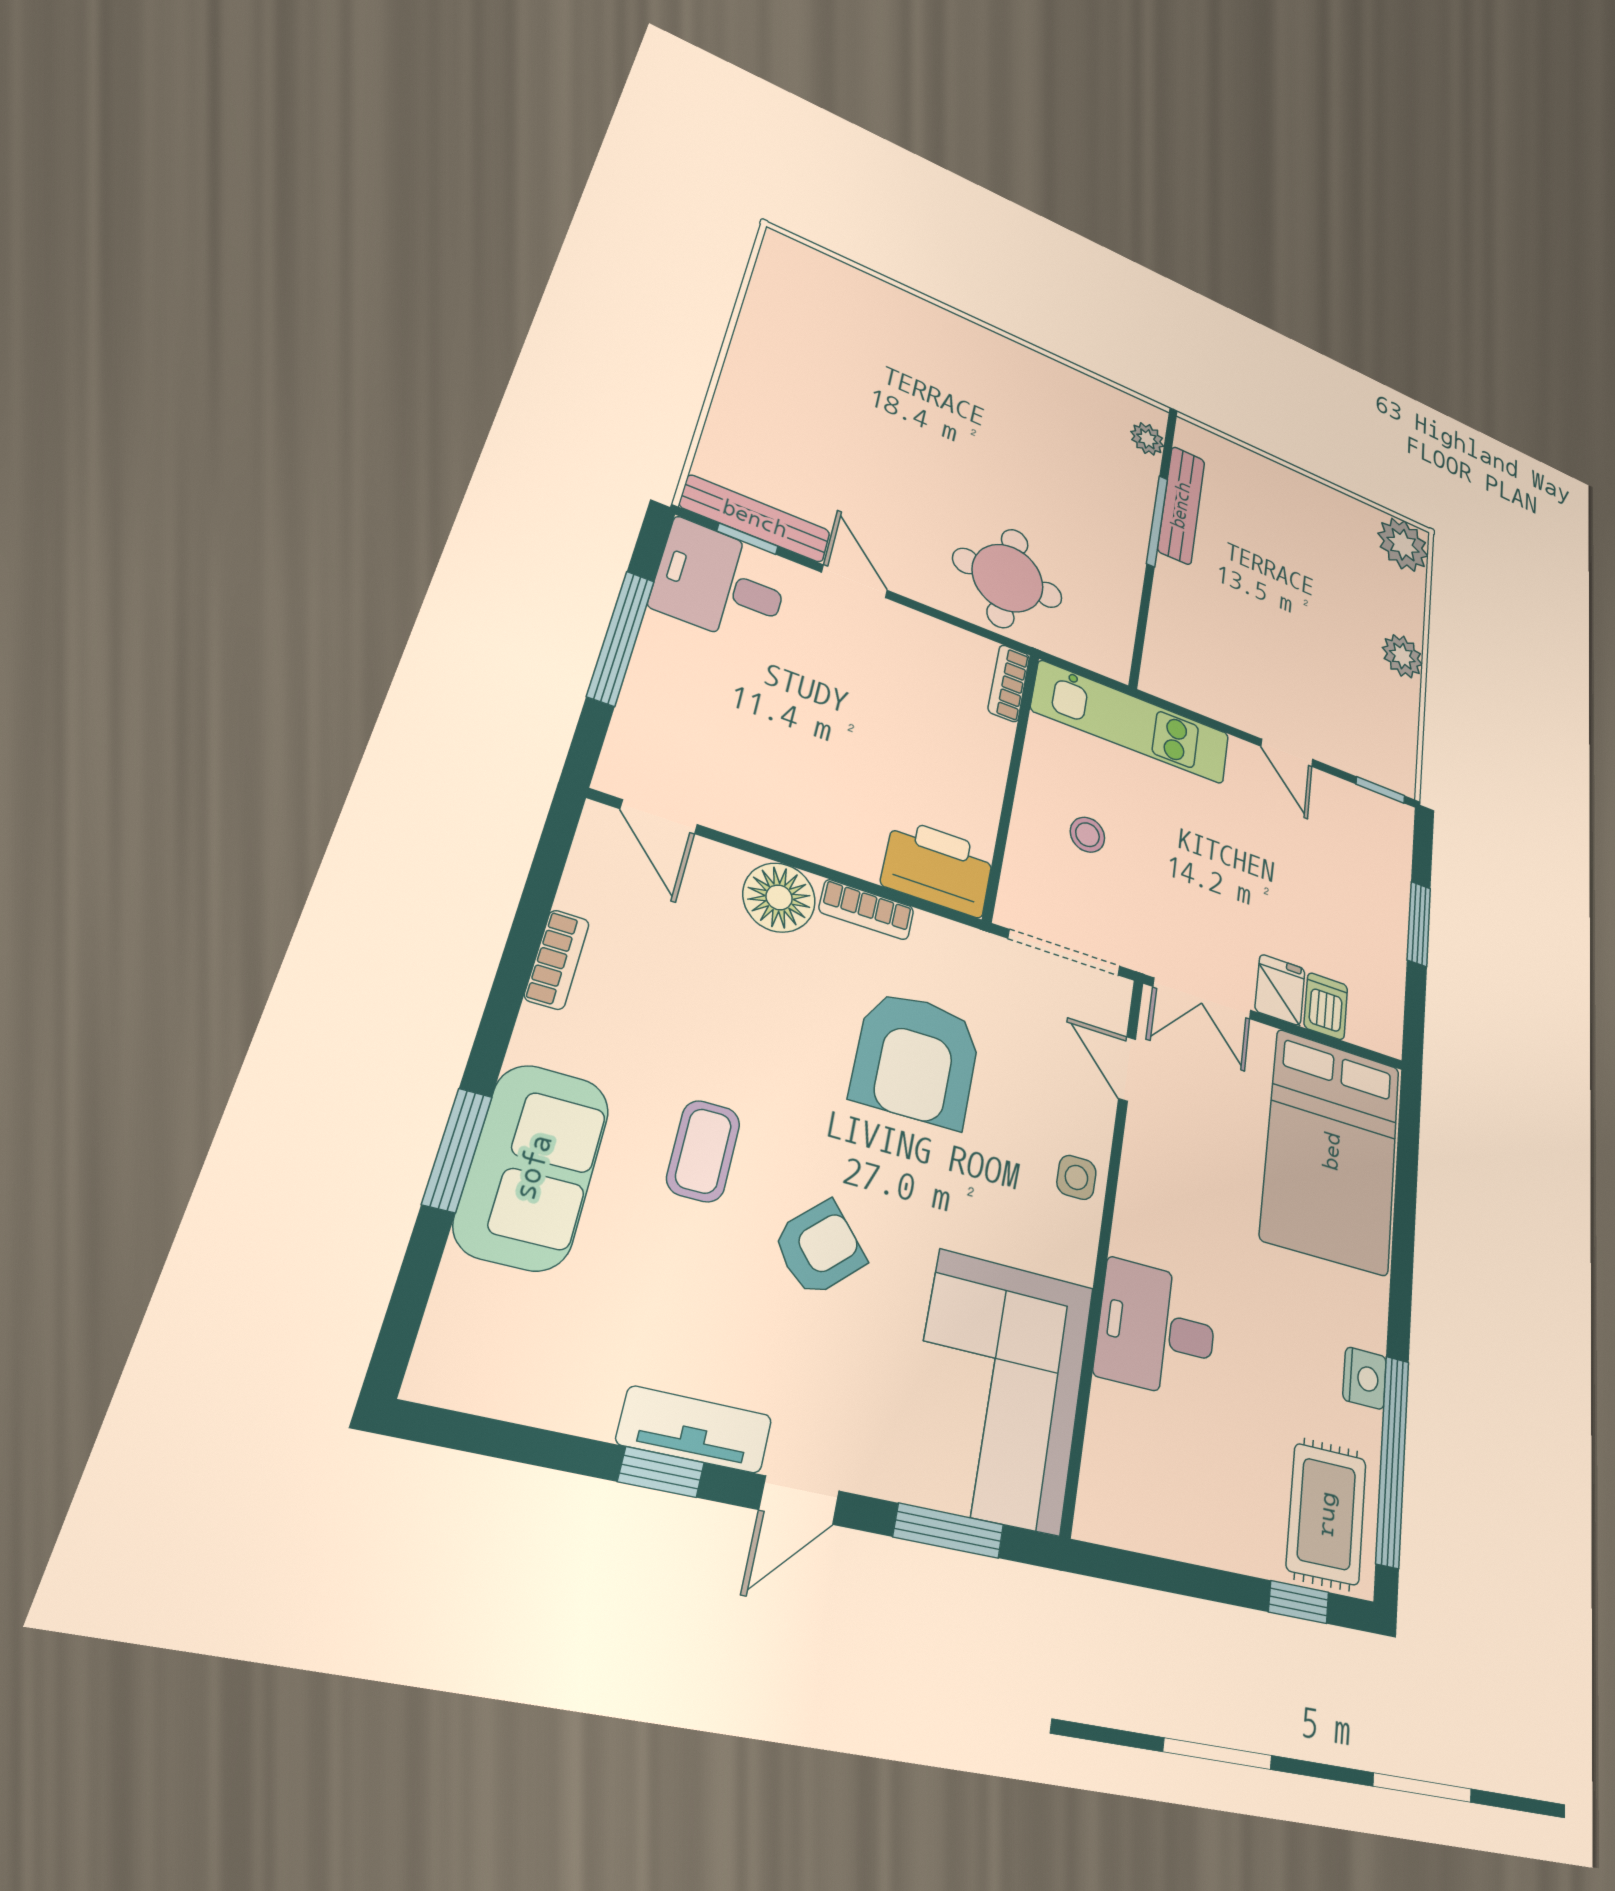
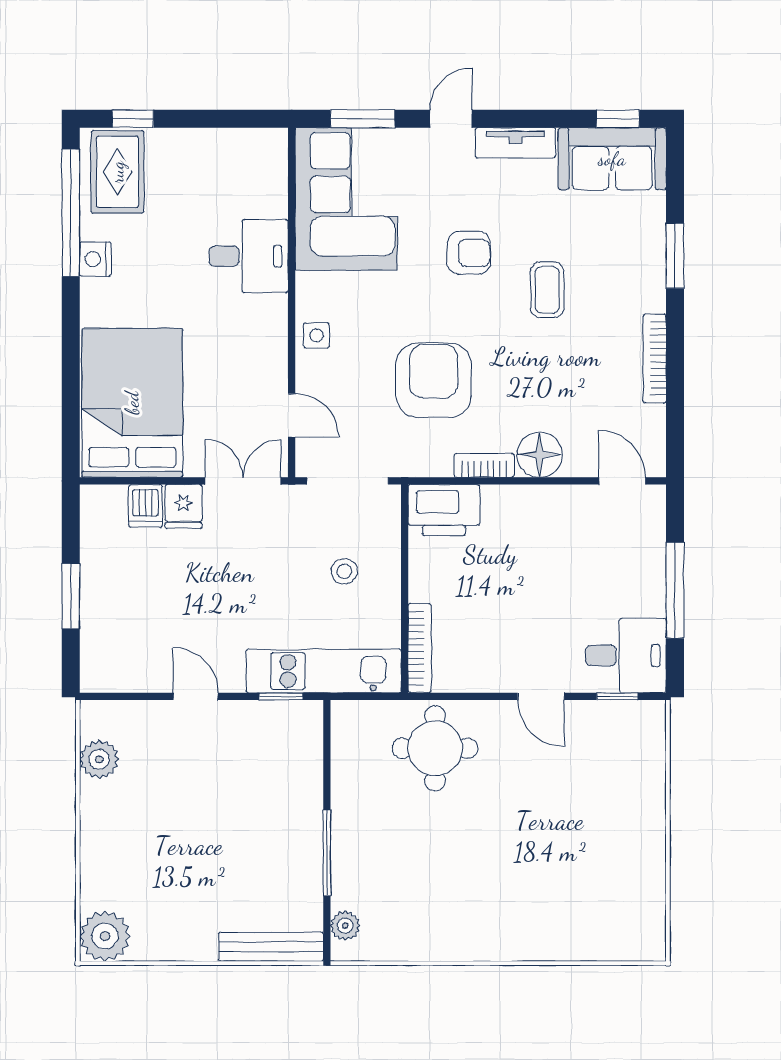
bench: (1181, 505) -> (271, 947), moved, turned 90
bench: (755, 519) -> (616, 714), removed
plant: (1402, 656) -> (99, 759), moved
bookcase: (1009, 683) -> (420, 648), width x1.56
window: (1380, 790) -> (281, 696), moved
bookcase: (557, 960) -> (655, 359), width x1.56
sofa: (533, 1167) -> (612, 159), moved, turned -90
armchair: (819, 1248) -> (469, 253), turned -137
window: (661, 1472) -> (618, 119), moved

